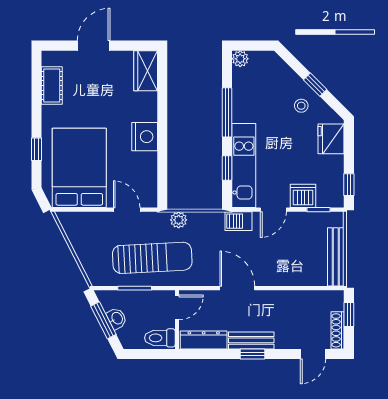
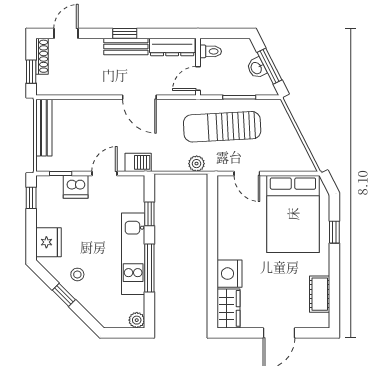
nightstand: (145, 137) -> (229, 274), moved
kitchen unit: (244, 166) -> (133, 254), moved
toilet: (160, 338) -> (211, 51), width x0.73, depth x0.72

